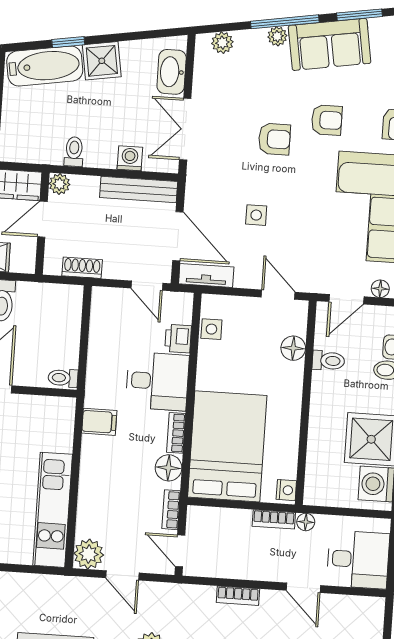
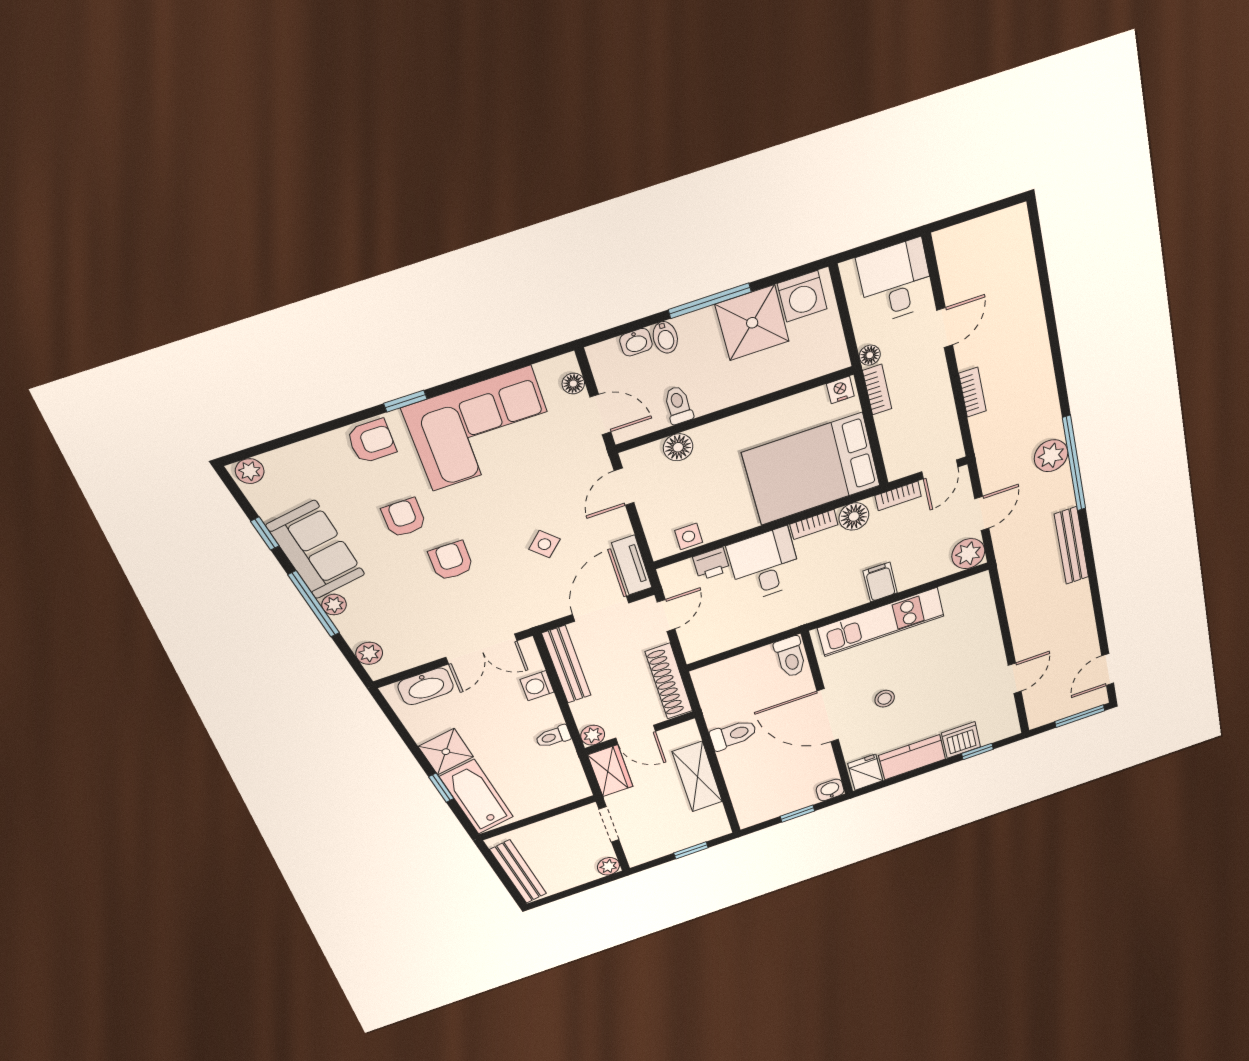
window: (360, 15) -> (265, 534), width x0.67
side table: (256, 215) -> (544, 544), turned 45
shoe rack: (82, 268) -> (669, 681), width x1.94, depth x1.24
toilet: (63, 378) -> (791, 657), width x1.37, depth x1.39
filing cabinet: (99, 422) -> (880, 582), moved
kitchen unit: (53, 510) -> (881, 622), moved

